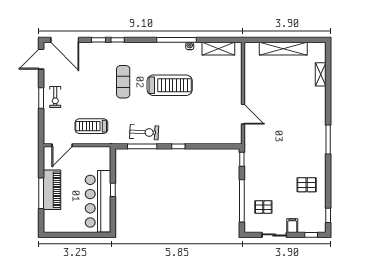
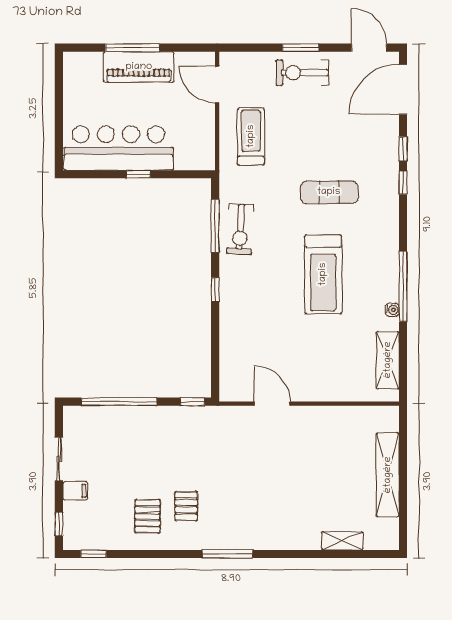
exercise bike: (55, 97) -> (302, 73), width x1.38, depth x1.39
door: (243, 114) -> (272, 404), swing flipped
pallet: (263, 207) -> (186, 506), moved

